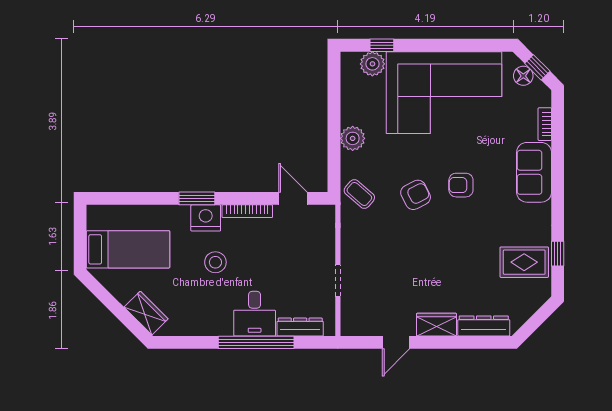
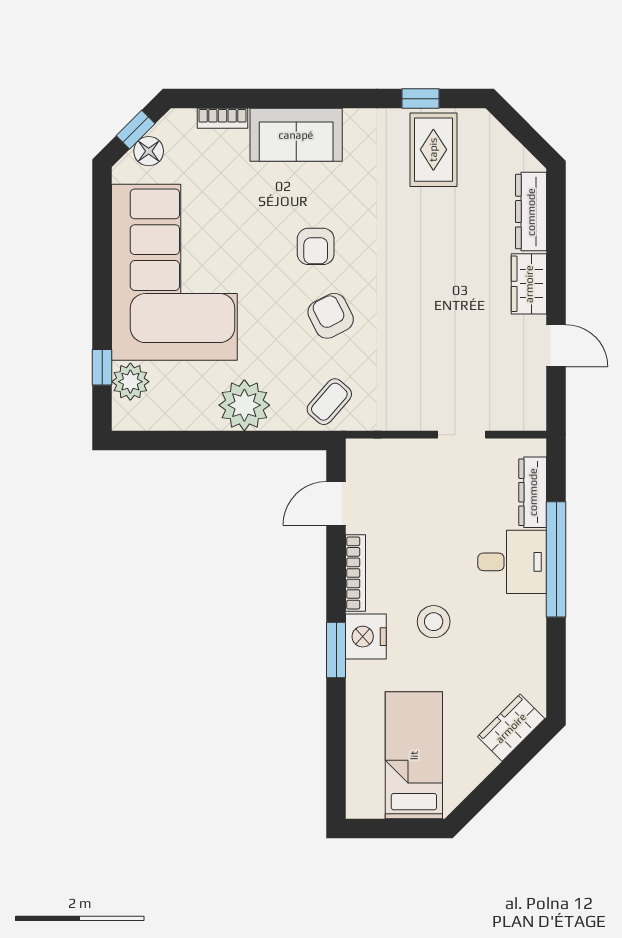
plant: (353, 138) -> (244, 405), width x1.36, depth x1.36

